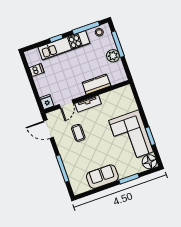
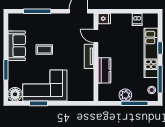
coffee table: (78, 133) -> (44, 50), moved

